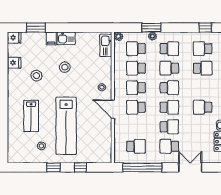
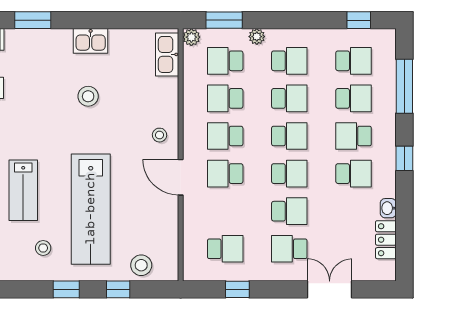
window: (151, 28) -> (224, 20), moved
filing cabinet: (51, 38) -> (62, 41), removed
school desk: (203, 49) -> (354, 61), turned 180
school desk: (169, 68) -> (289, 98), turned 180
stool: (36, 76) -> (141, 265), moved
school desk: (203, 88) -> (354, 136), added
school desk: (203, 107) -> (354, 174), turned 180
window: (142, 167) -> (237, 289), width x0.32

